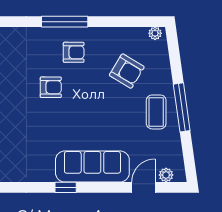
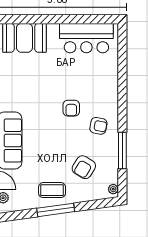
window: (65, 22) -> (122, 150), moved
armchair: (74, 52) -> (98, 126), turned -79

